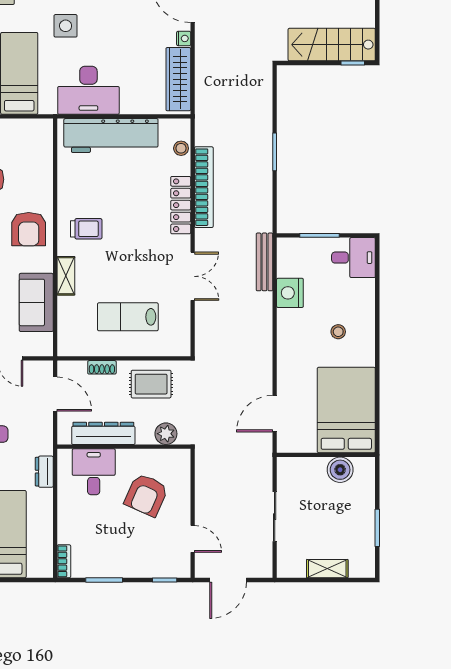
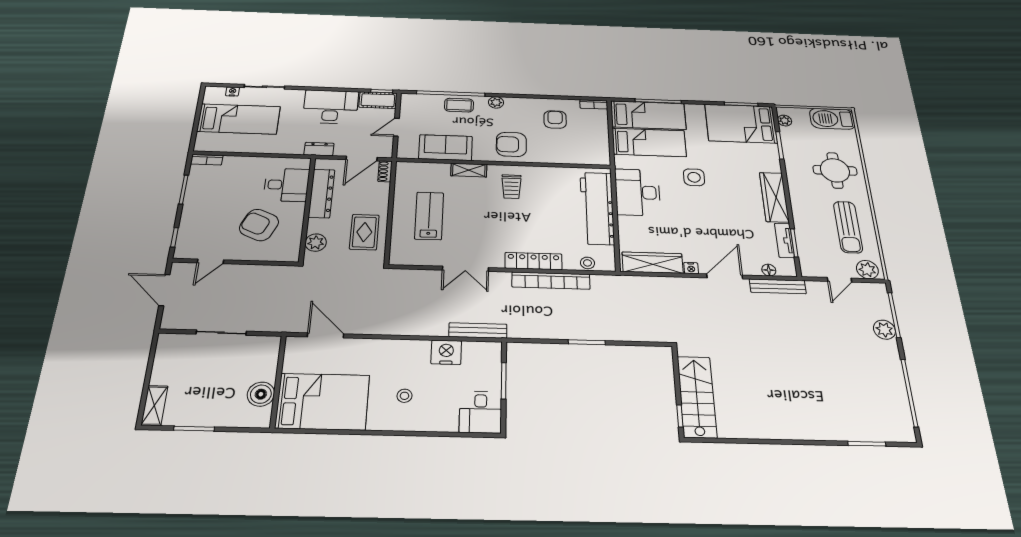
shoe rack: (102, 367) -> (385, 171), moved
dresser: (44, 472) -> (319, 149), moved
shelving: (327, 569) -> (154, 406), moved

